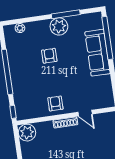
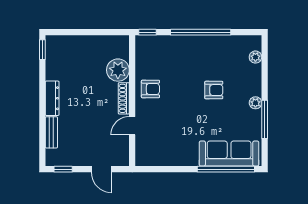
plant: (59, 26) -> (255, 103), width x0.53, depth x0.53
sofa: (98, 53) -> (229, 153), moved
plant: (27, 133) -> (118, 70), moved

